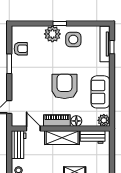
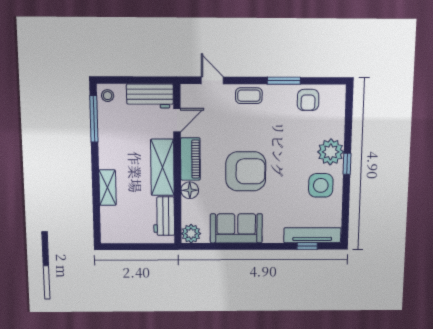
coffee table: (18, 85) -> (249, 96), added

